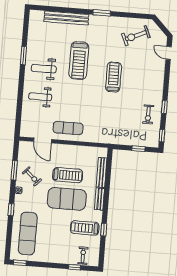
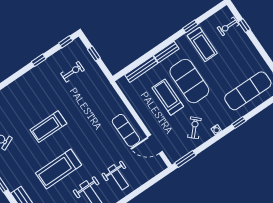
treadmill: (79, 61) -> (59, 169), turned 180
exercise bike: (148, 114) -> (73, 72), moved
door: (43, 140) -> (155, 144), swing flipped
window: (14, 170) -> (185, 159), moved

